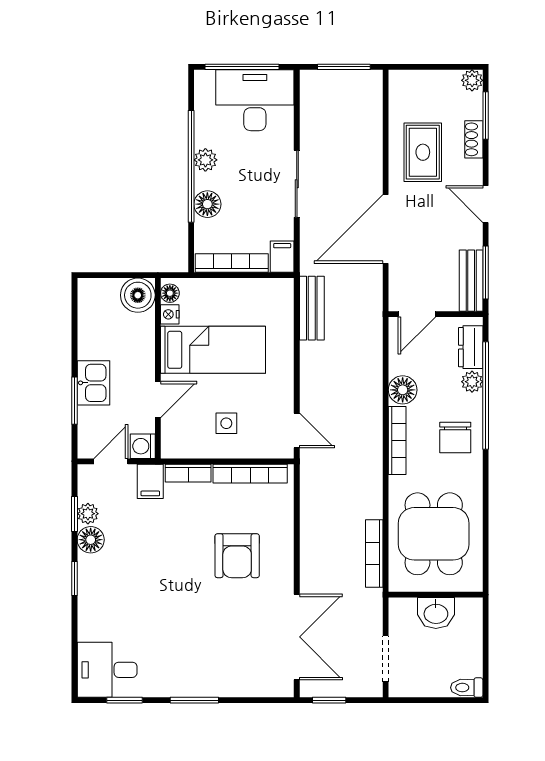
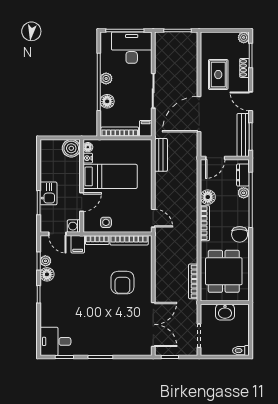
bench: (471, 281) -> (243, 135), width x1.36
side table: (226, 423) -> (106, 222), moved
chair: (455, 438) -> (240, 234), moved
door: (111, 461) -> (57, 234), swing flipped

